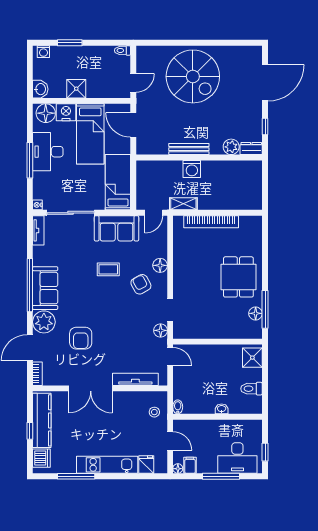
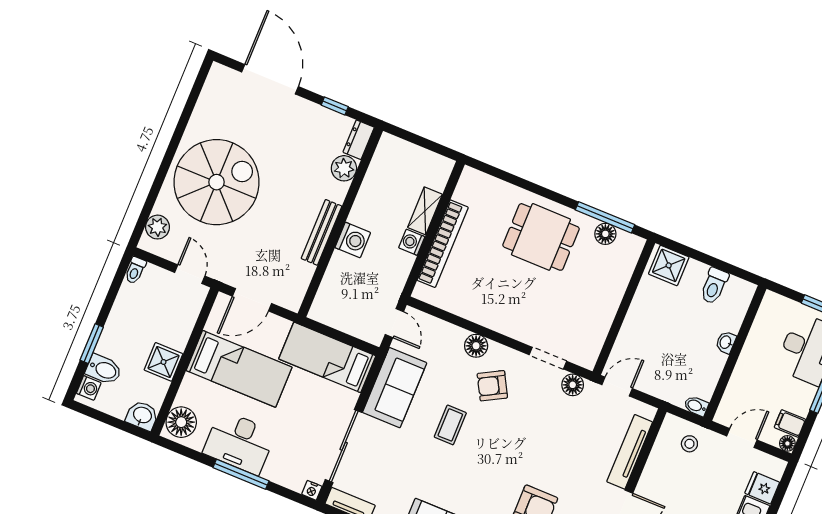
plant: (153, 53) -> (157, 227), added
bidet: (58, 56) -> (104, 369), added
nightstand: (66, 112) -> (192, 392), removed
shelving: (183, 204) -> (425, 211), moved
washing machine: (205, 204) -> (412, 242), added

